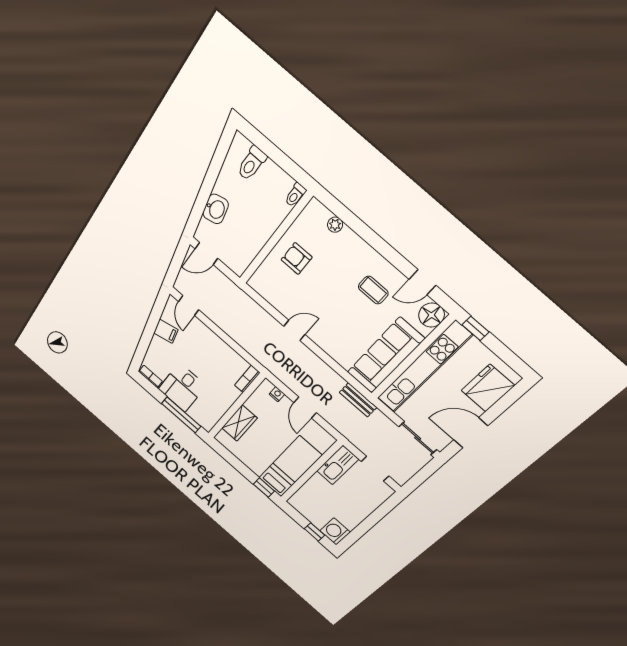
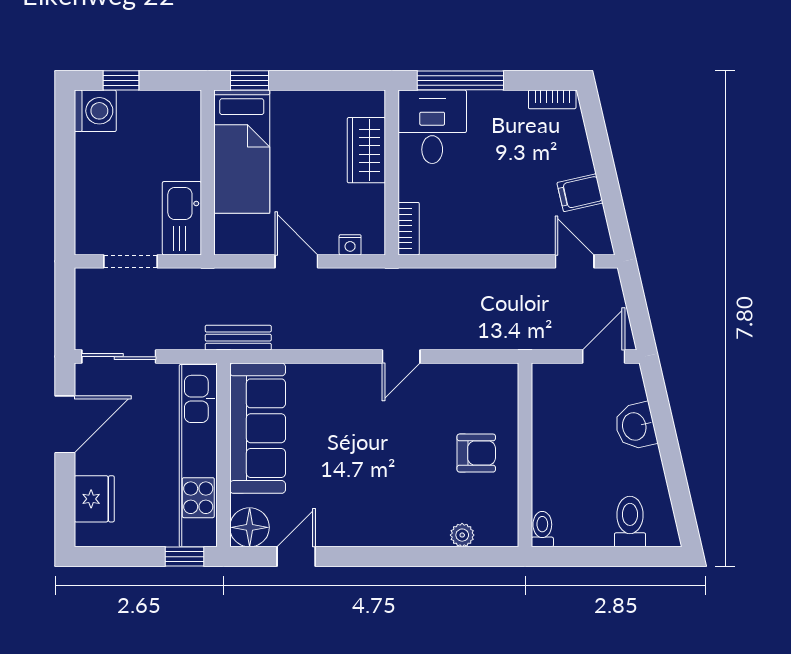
coffee table: (373, 290) -> (346, 497), removed
desk: (182, 387) -> (432, 127), moved
fridge: (488, 388) -> (94, 499), width x0.73, depth x0.75

